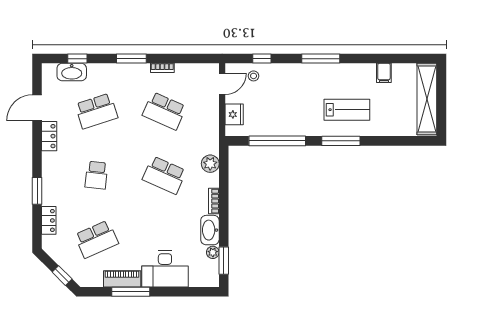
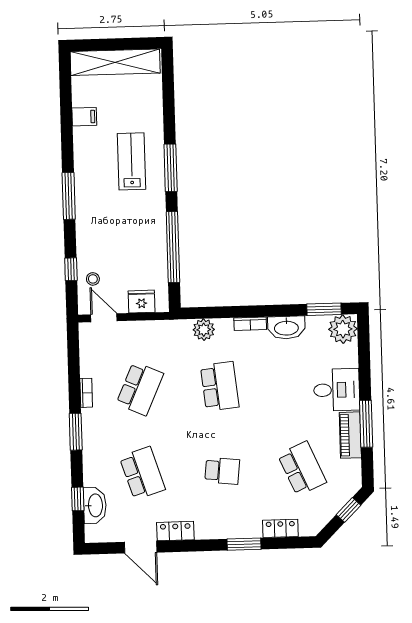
school desk: (164, 175) -> (220, 386), turned -30
plant: (213, 252) -> (343, 329), moved, width x1.88, depth x1.88
desk: (165, 269) -> (337, 390), width x0.73

